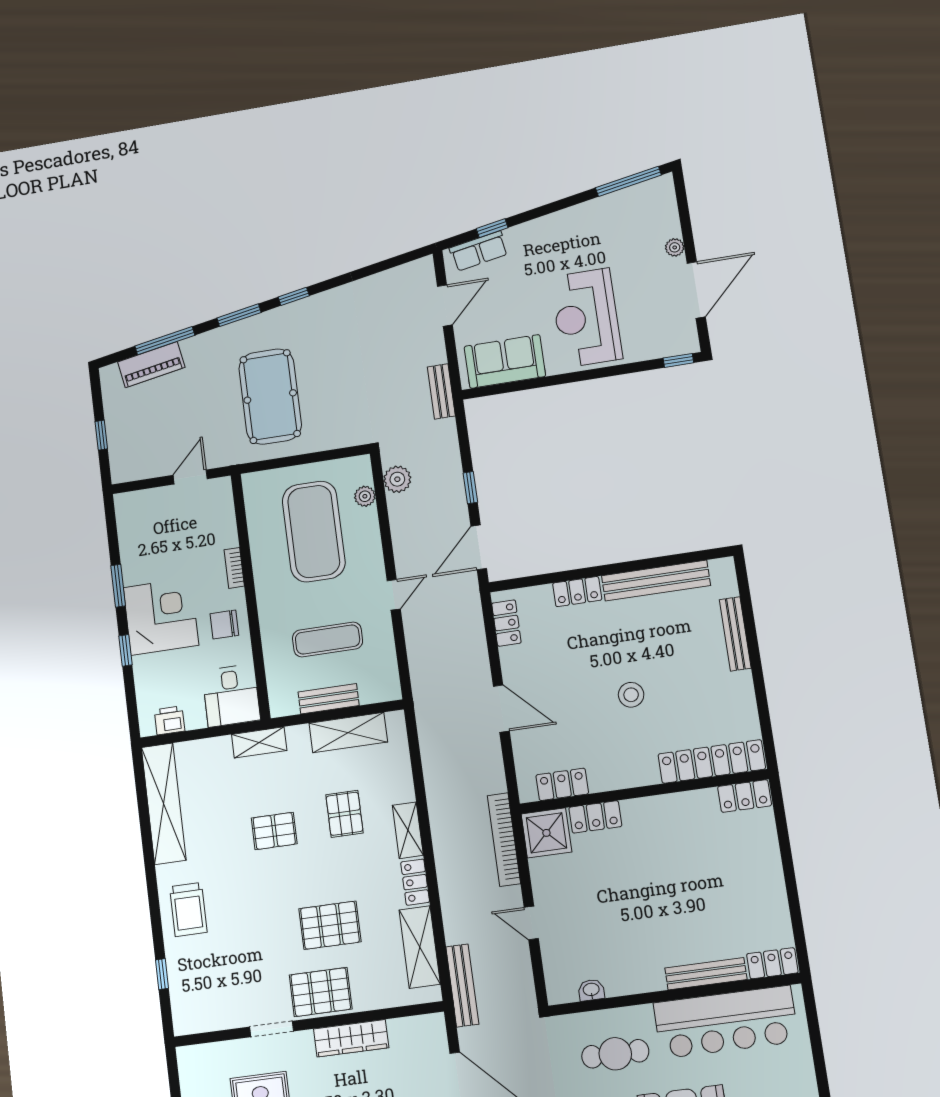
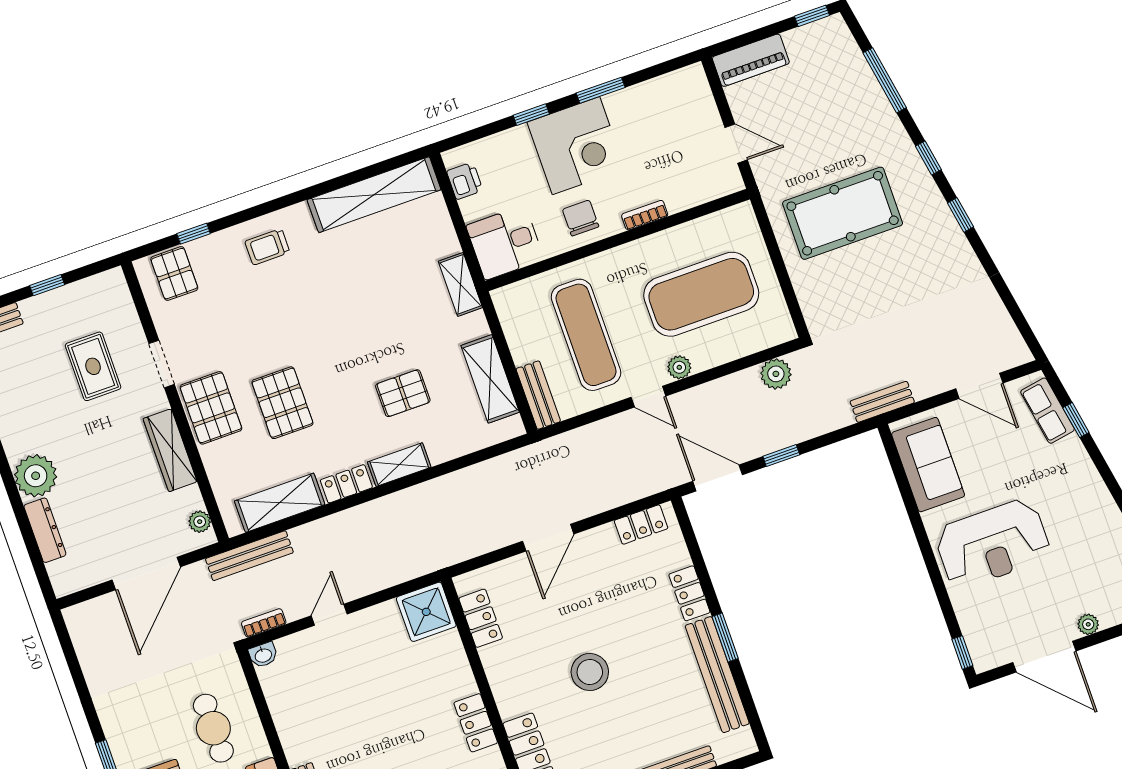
window: (239, 315) -> (928, 158), width x0.67
reception desk: (586, 318) -> (993, 544), turned 180
piano: (151, 365) -> (751, 60), moved, turned -80
window: (101, 435) -> (812, 16), moved
plant: (365, 496) -> (679, 367), moved
window: (624, 567) -> (725, 638), added
exercise mat: (328, 639) -> (586, 335), width x1.36, depth x1.45
stool: (631, 695) -> (590, 672), width x1.38, depth x1.38
bench: (329, 699) -> (538, 395), moved
locker: (595, 817) -> (476, 723), moved
pallet: (274, 831) -> (174, 274), moved
bookcase: (504, 839) -> (264, 623), moved, width x0.43, depth x0.76
trolley: (188, 909) -> (267, 247), width x0.73, depth x0.72
washbasin: (591, 990) -> (263, 655), moved, turned 90
plant: (422, 1025) -> (200, 522), added

